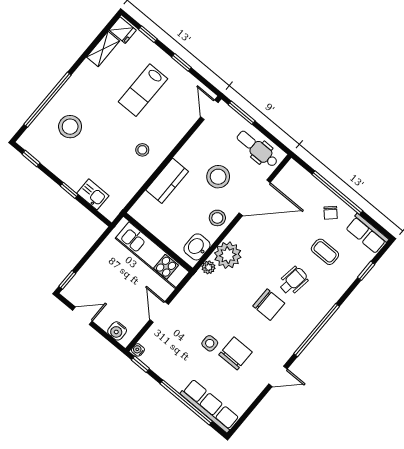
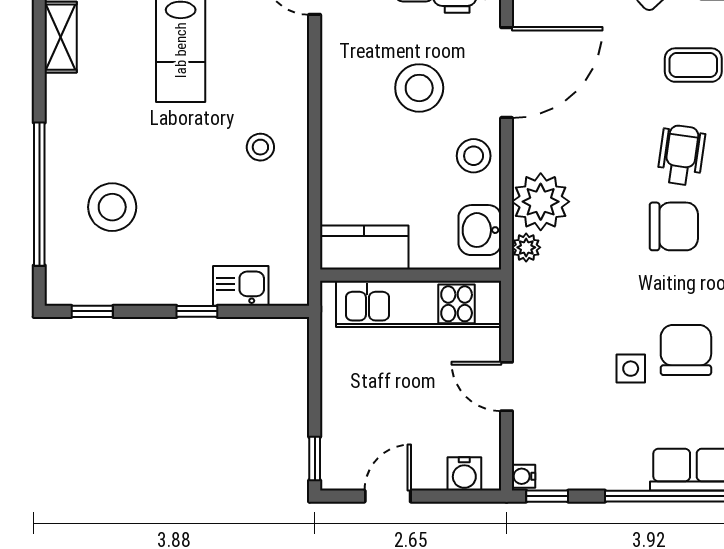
kitchen counter: (167, 181) -> (364, 248), moved, turned -90

